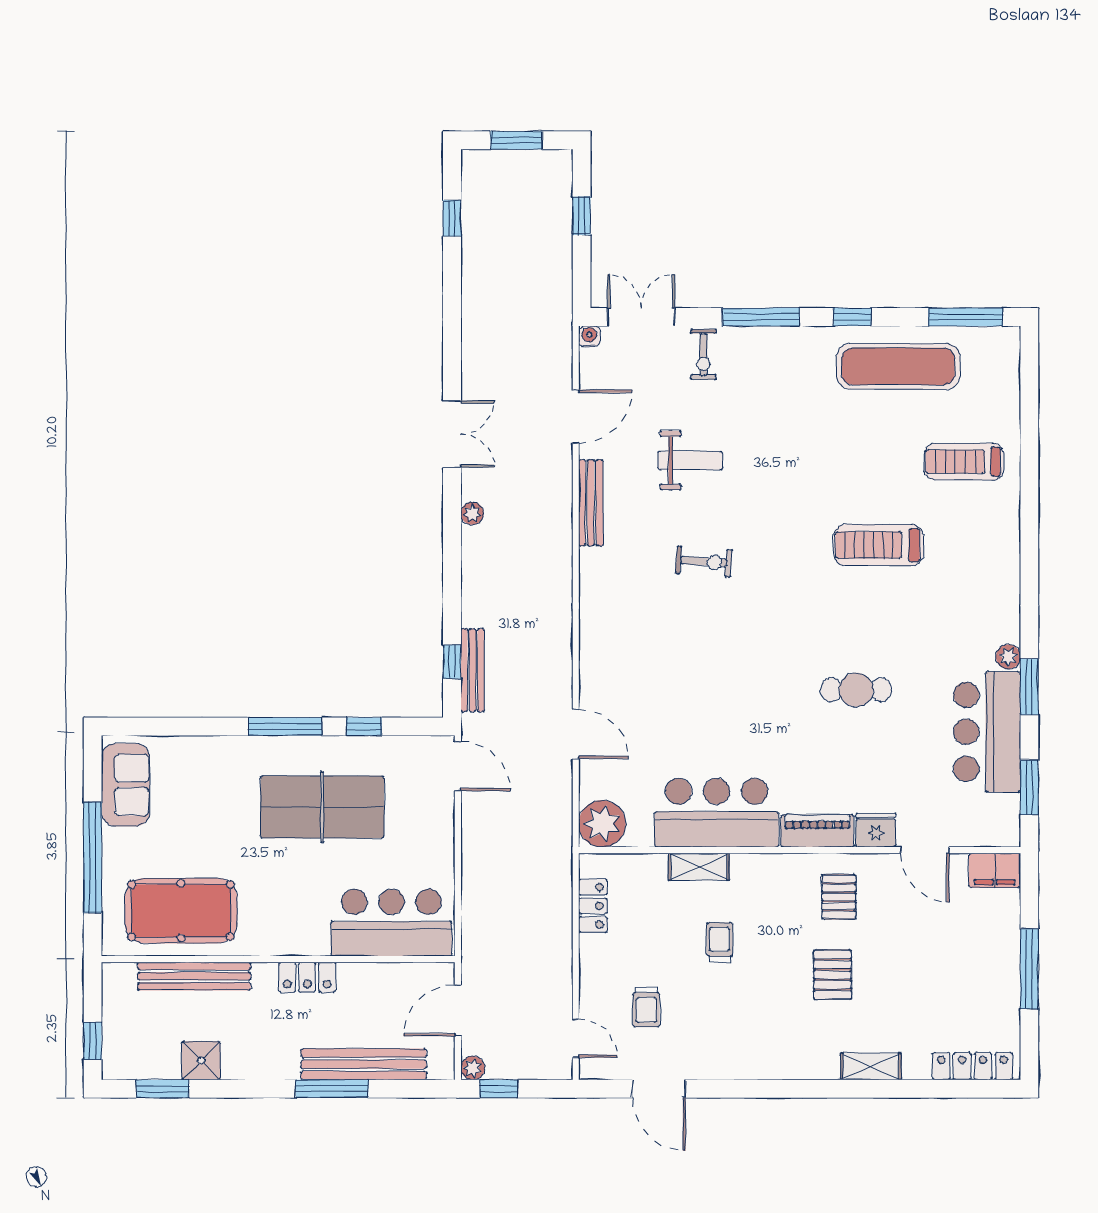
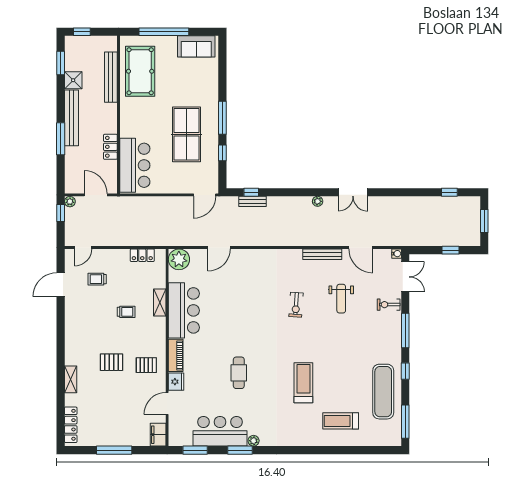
treadmill: (964, 462) -> (341, 421), turned -90
bench: (472, 670) -> (253, 201), width x0.73
locker: (307, 977) -> (110, 147), moved
bench: (364, 1064) -> (71, 118), moved

